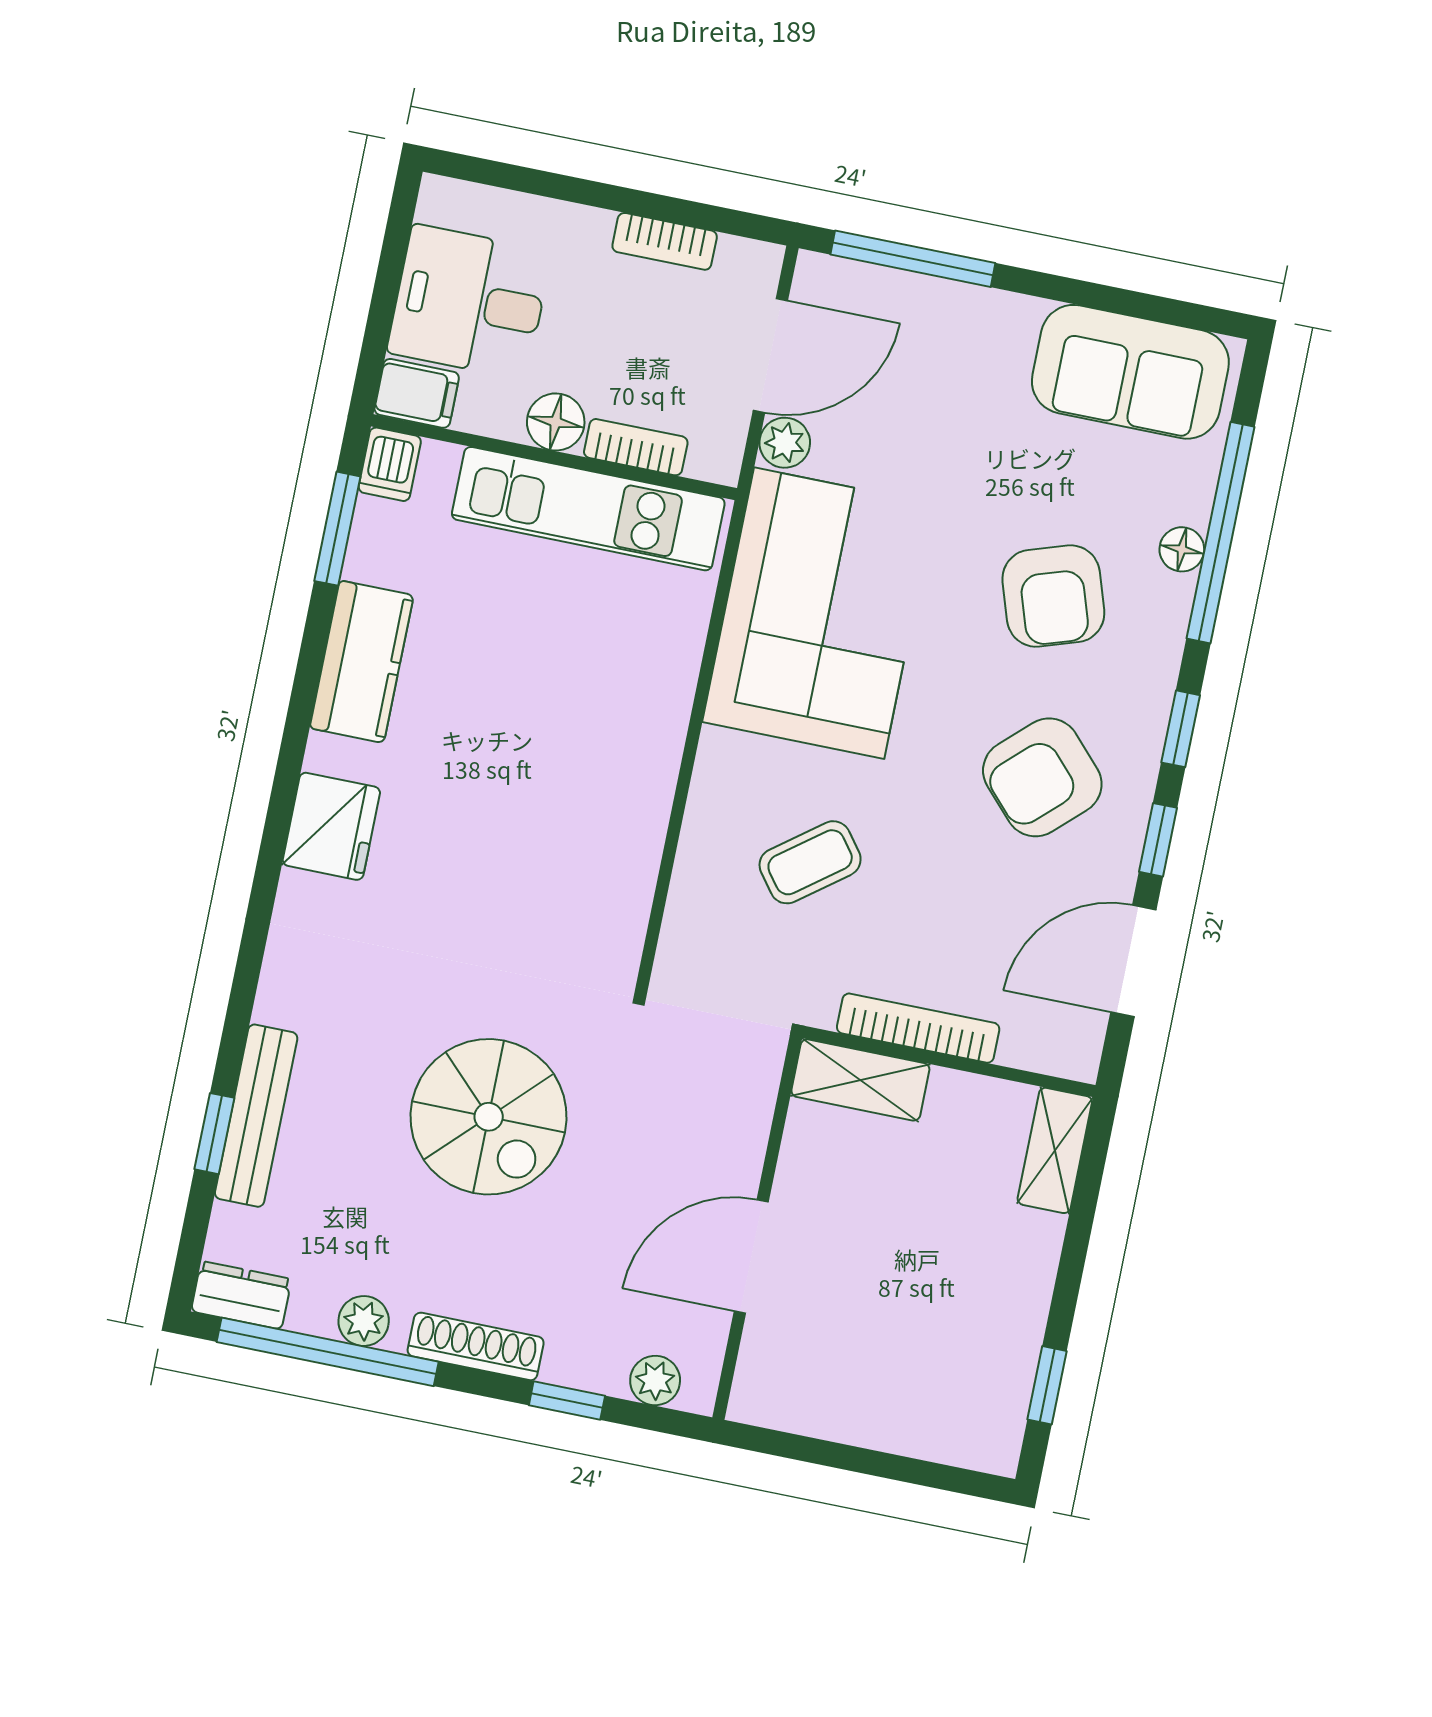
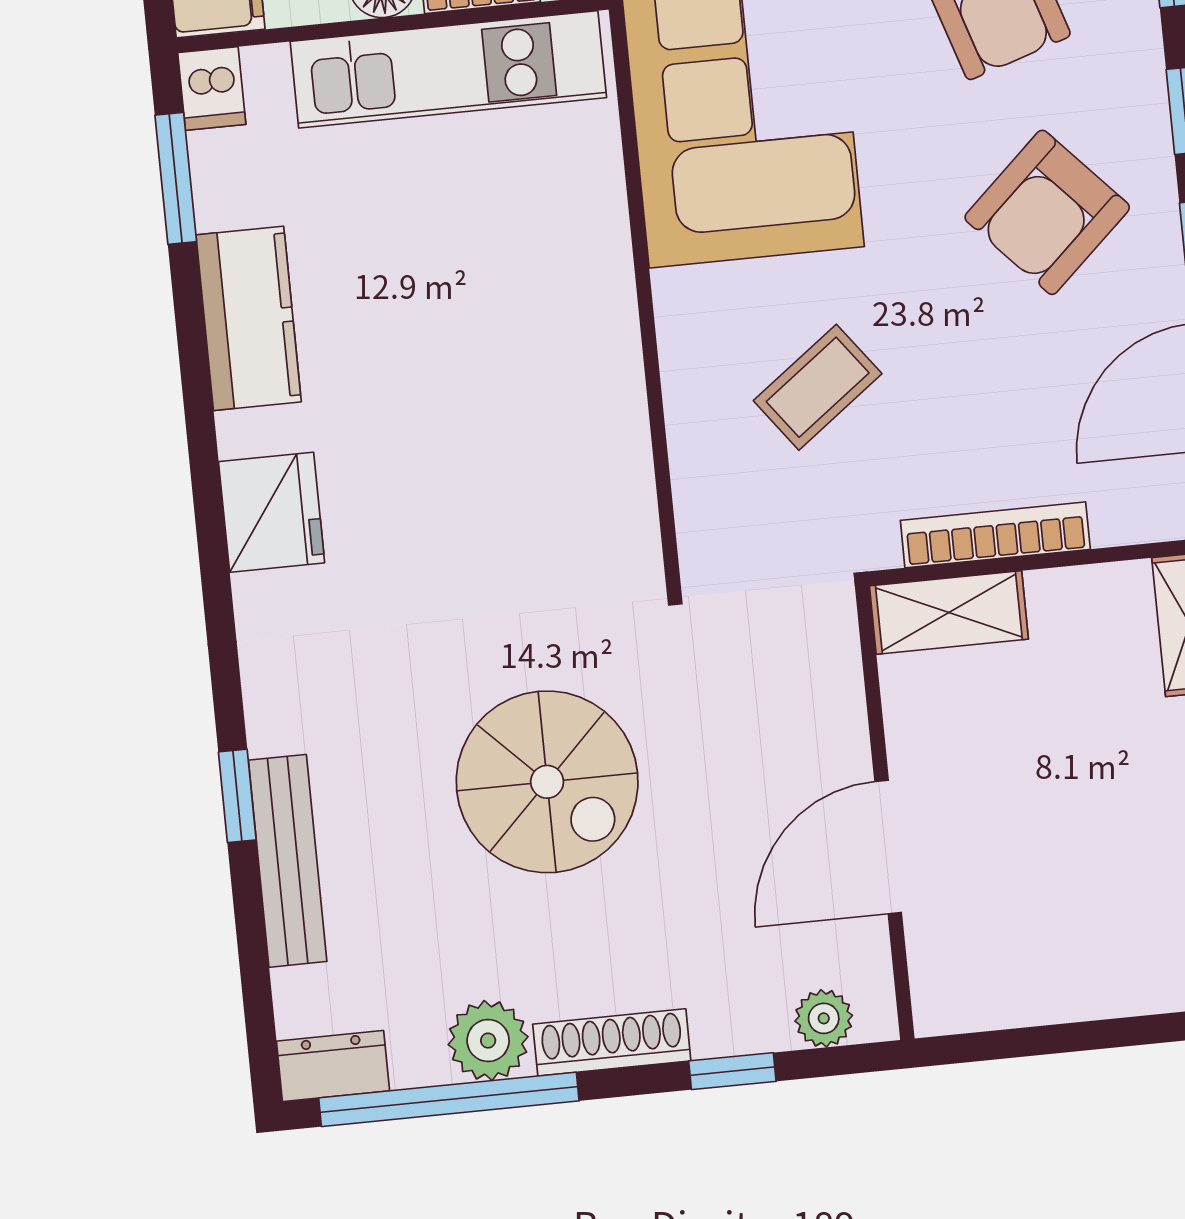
window: (214, 1134) -> (237, 796), moved
plant: (364, 1321) -> (488, 1041), width x1.38, depth x1.38

